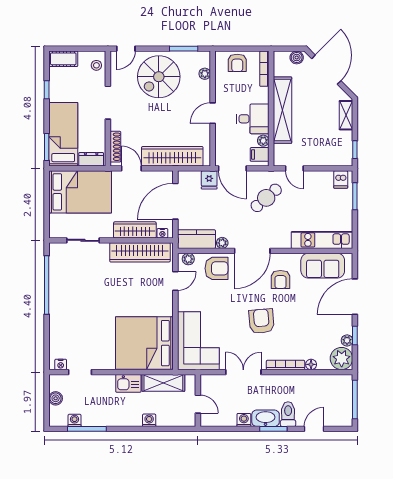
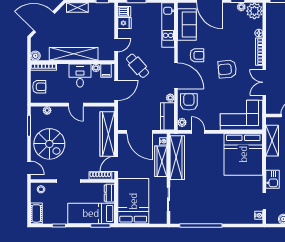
boiler: (297, 58) -> (35, 56), moved
fridge: (209, 180) -> (124, 23), moved
kitchen sink: (128, 383) -> (273, 179), moved

